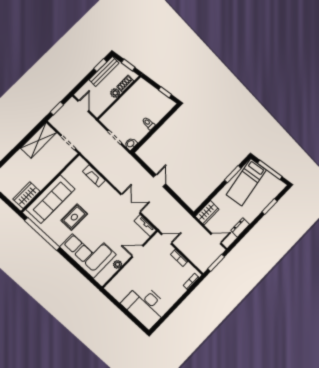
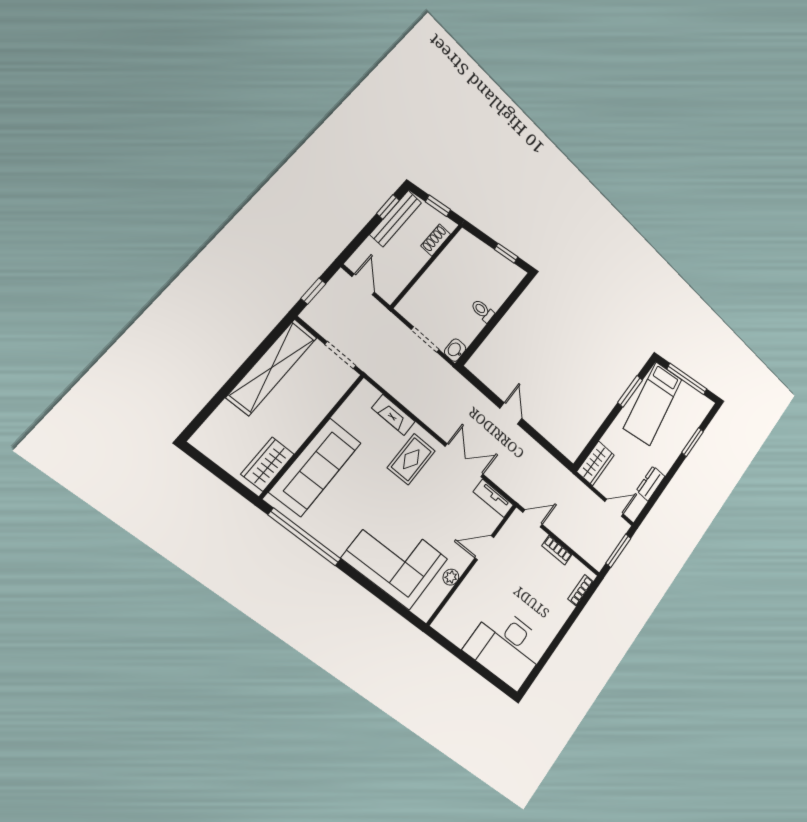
plant: (115, 93) -> (419, 258), removed
shelving: (39, 140) -> (272, 367), width x1.47
rug: (74, 217) -> (411, 459), moved

